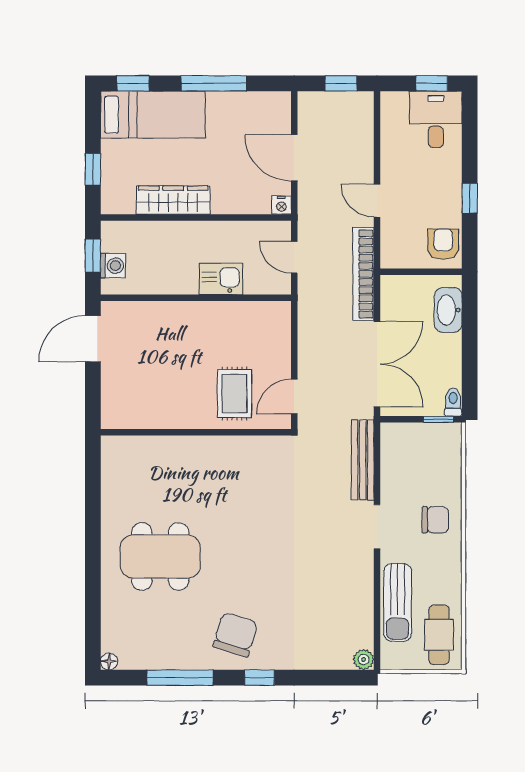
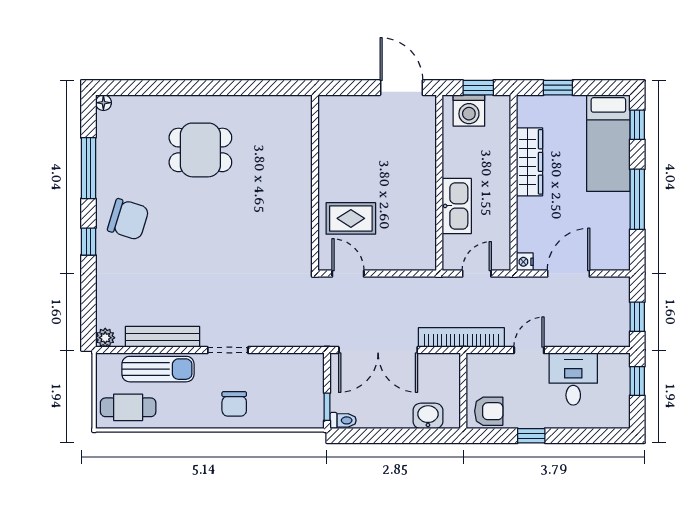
window: (432, 83) -> (637, 381), moved
desk: (436, 119) -> (573, 379), moved, turned -90
washing machine: (113, 266) -> (469, 111), width x1.38, depth x1.38
kitchen sink: (221, 279) -> (457, 206), width x1.38
washbasin: (448, 310) -> (428, 416), width x0.72
bench: (363, 460) -> (162, 337), moved
dining table: (160, 556) -> (200, 150), width x0.73
sun lounger: (398, 602) -> (158, 369), turned 180

